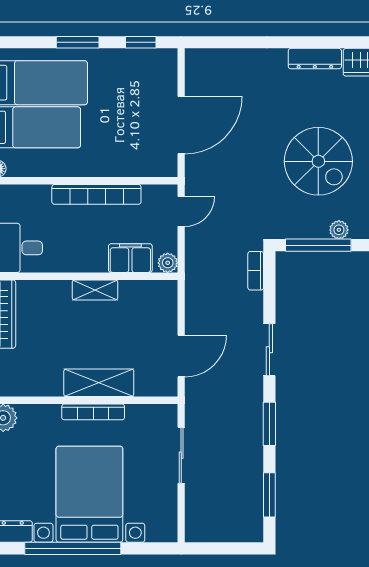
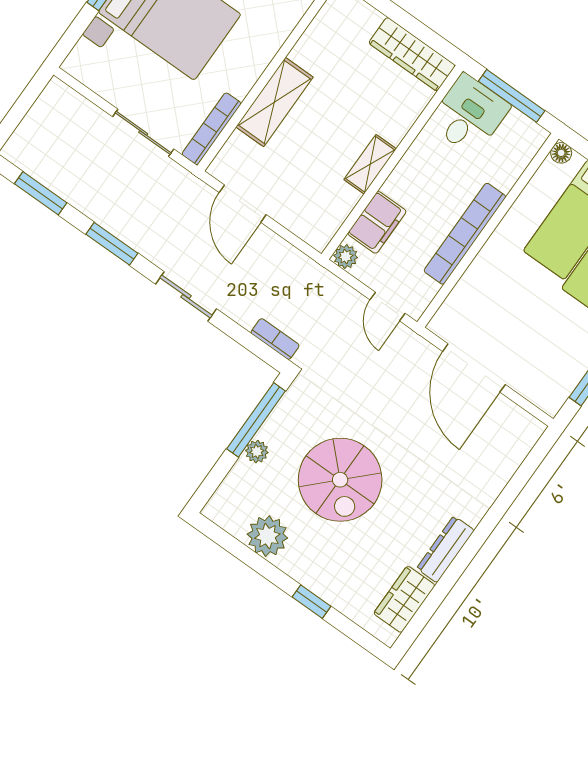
spiral stairs: (318, 161) -> (340, 480), turned -90
bookcase: (93, 412) -> (212, 129), moved

